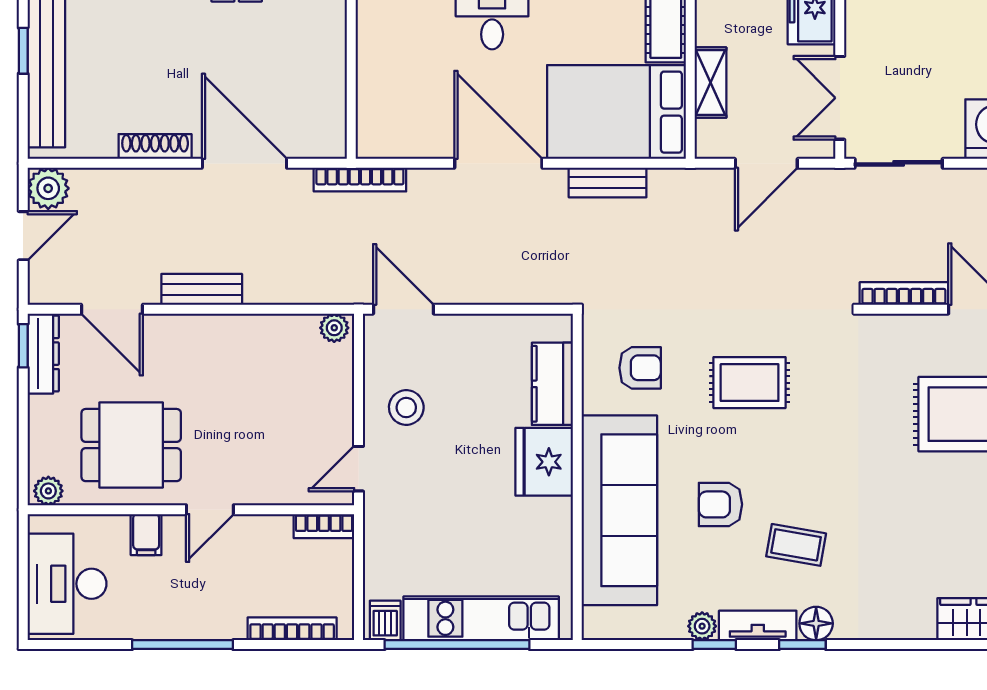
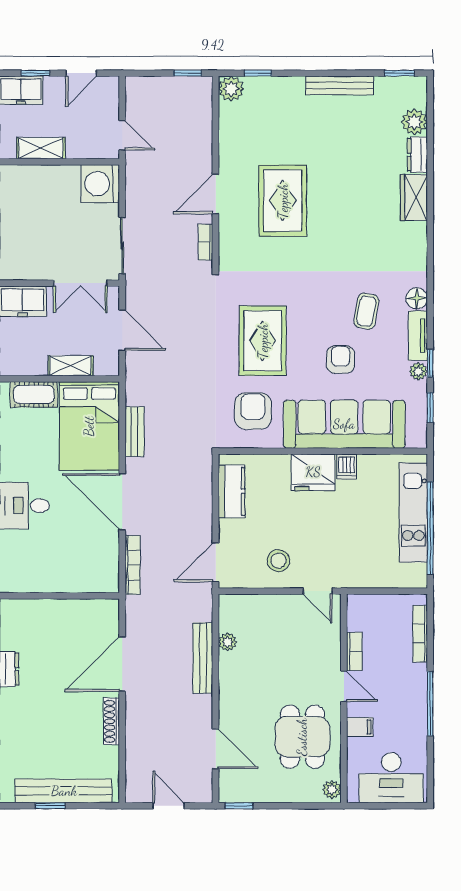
door: (498, 163) -> (122, 502), hinge flipped
bookcase: (360, 180) -> (133, 565), moved
plant: (48, 188) -> (138, 790), removed
bench: (202, 289) -> (203, 658), moved, width x1.36
bookcase: (904, 293) -> (205, 242), width x0.64
door: (112, 309) -> (216, 749), hinge flipped
plant: (334, 328) -> (227, 642), moved
dresser: (43, 354) -> (244, 793), removed
armchair: (640, 368) -> (253, 411), width x1.38, depth x1.38
rug: (750, 383) -> (263, 341), width x1.36, depth x1.43
kitchen counter: (552, 384) -> (231, 491), moved, turned -90
armchair: (720, 504) -> (341, 360), turned 180
bookcase: (324, 526) -> (354, 652), moved
dishwasher: (385, 620) -> (347, 467), moved, turned -90
window: (802, 645) -> (430, 407), moved

